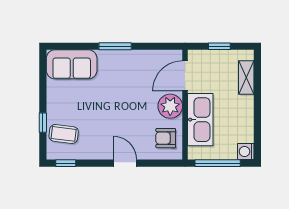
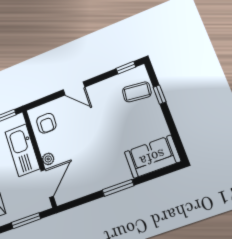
window: (219, 46) -> (26, 221), width x1.50
plant: (170, 106) -> (48, 159), width x0.53, depth x0.53
armchair: (166, 138) -> (46, 123), turned 90

